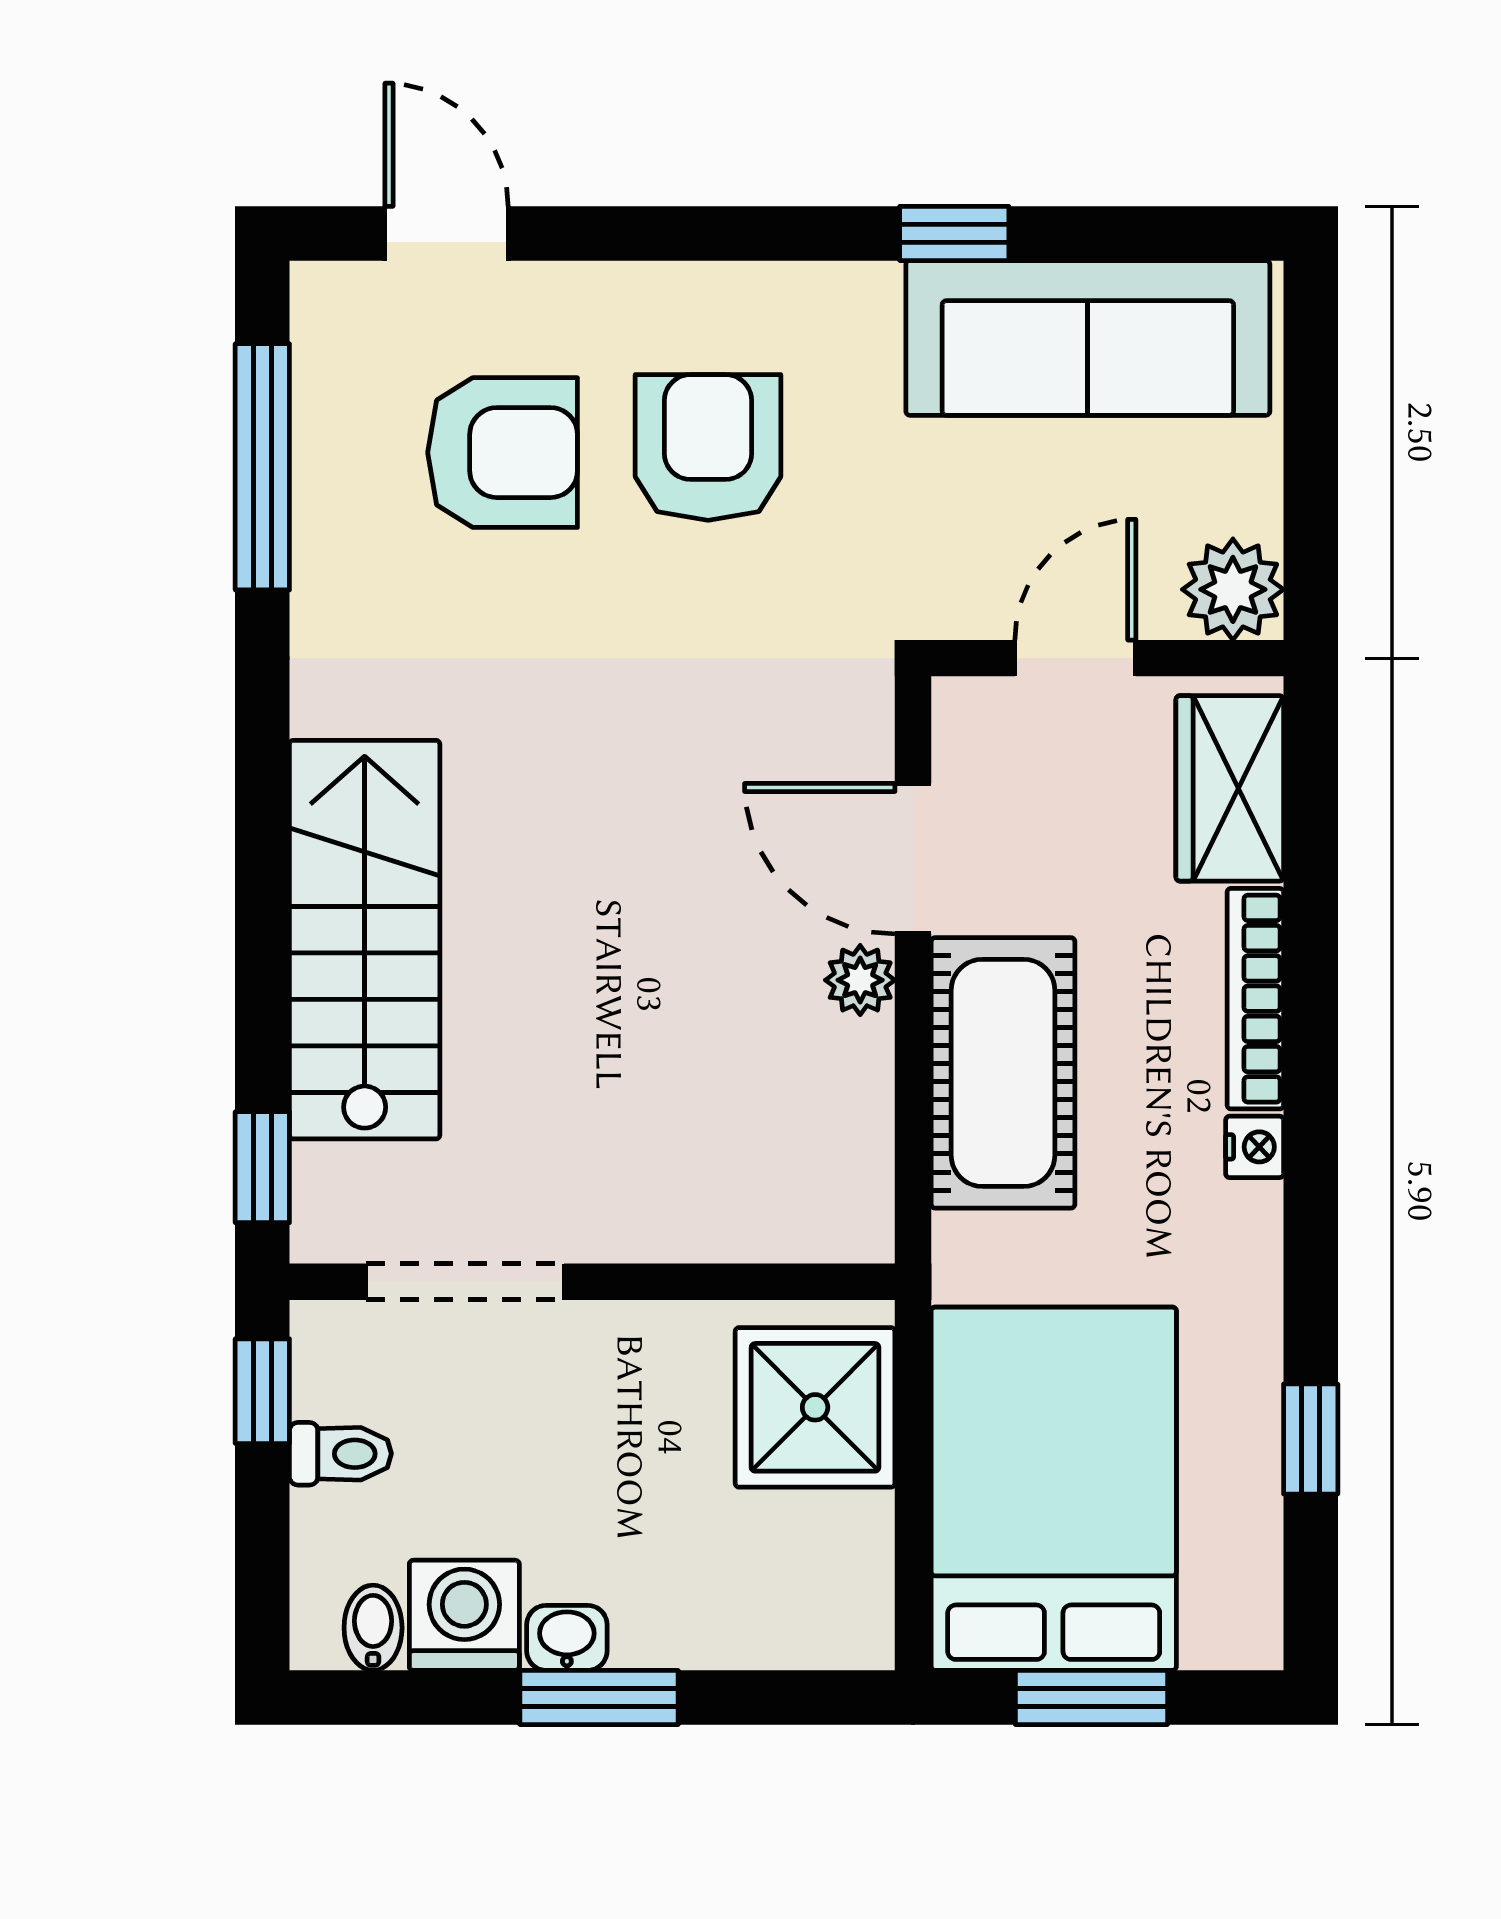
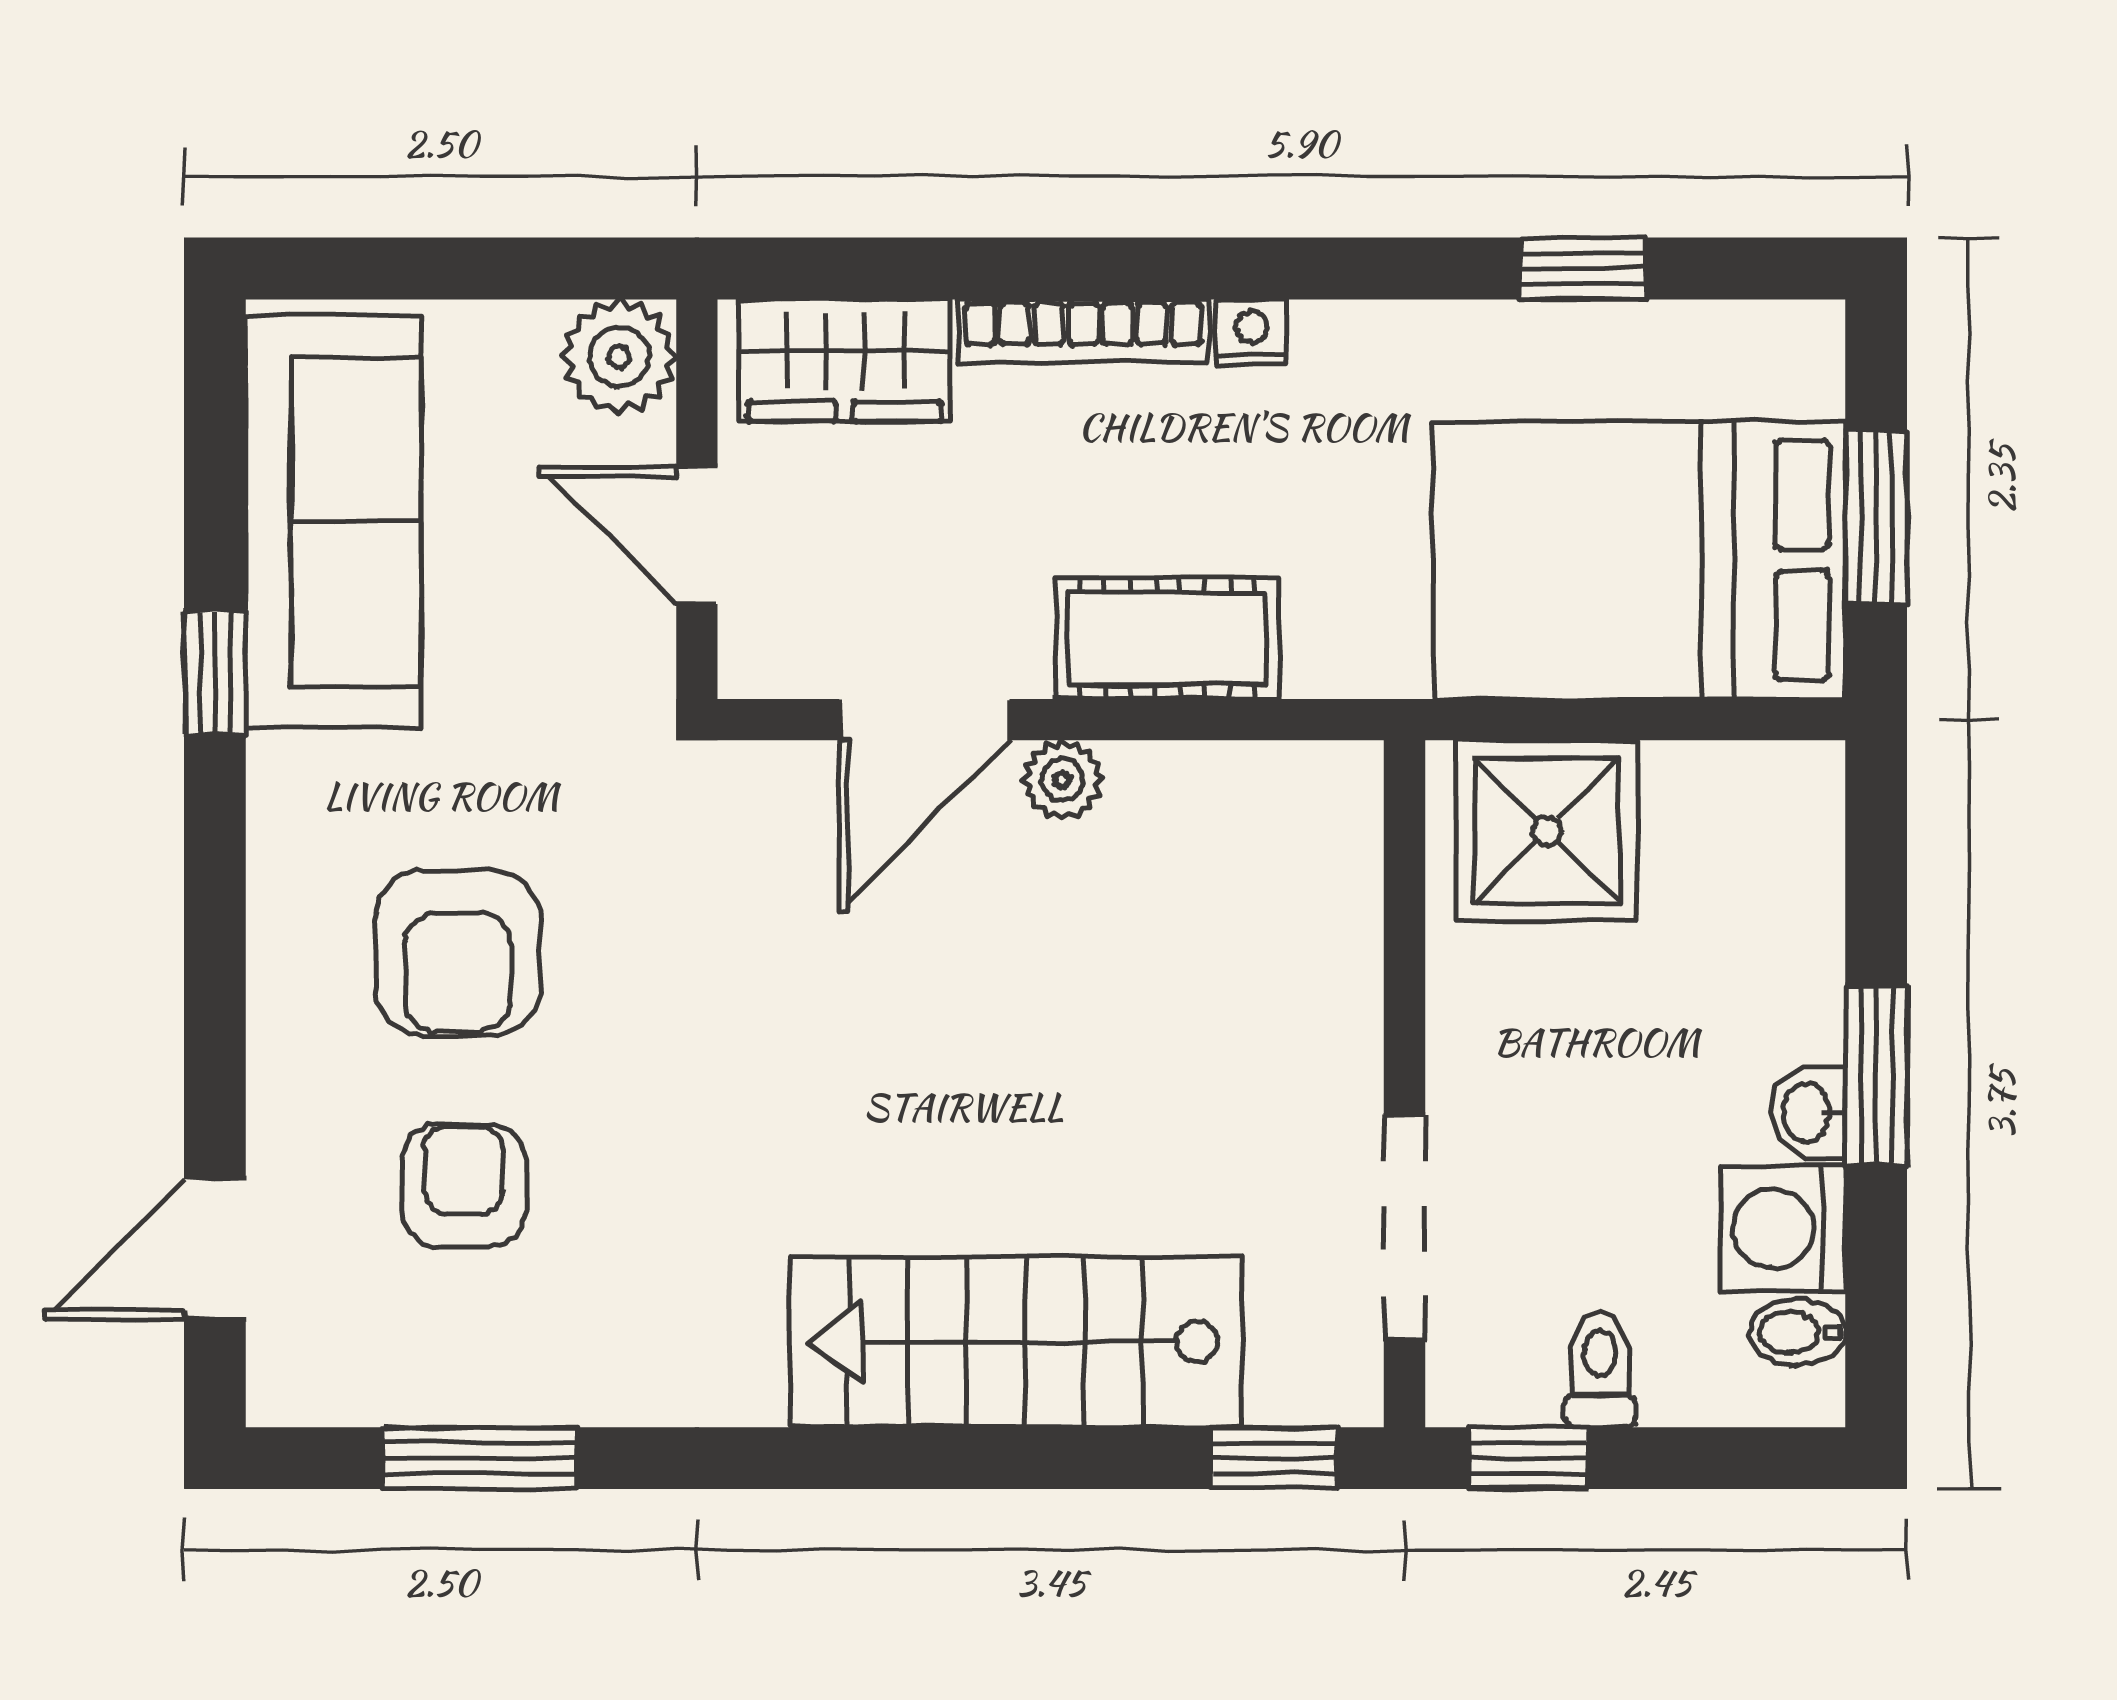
armchair: (708, 447) -> (458, 952), turned -90
armchair: (503, 453) -> (464, 1185), width x0.72, depth x0.72
window: (262, 467) -> (480, 1458), width x0.69
cot: (1003, 1073) -> (1167, 638), width x0.73, depth x0.75

